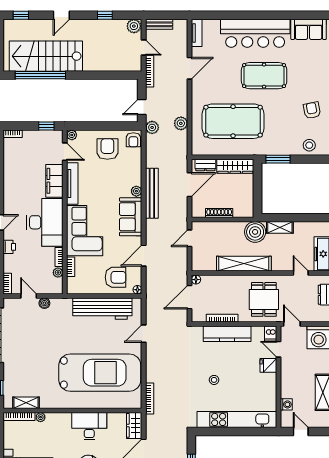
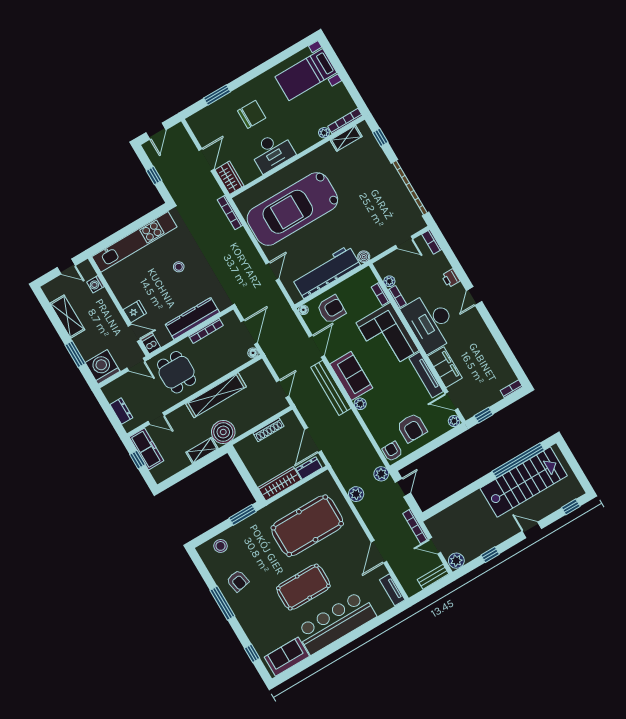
door: (61, 15) -> (532, 530), hinge flipped
bench: (152, 193) -> (331, 388), moved
armchair: (116, 277) -> (331, 309), turned 180
boiler: (44, 303) -> (364, 257), moved

